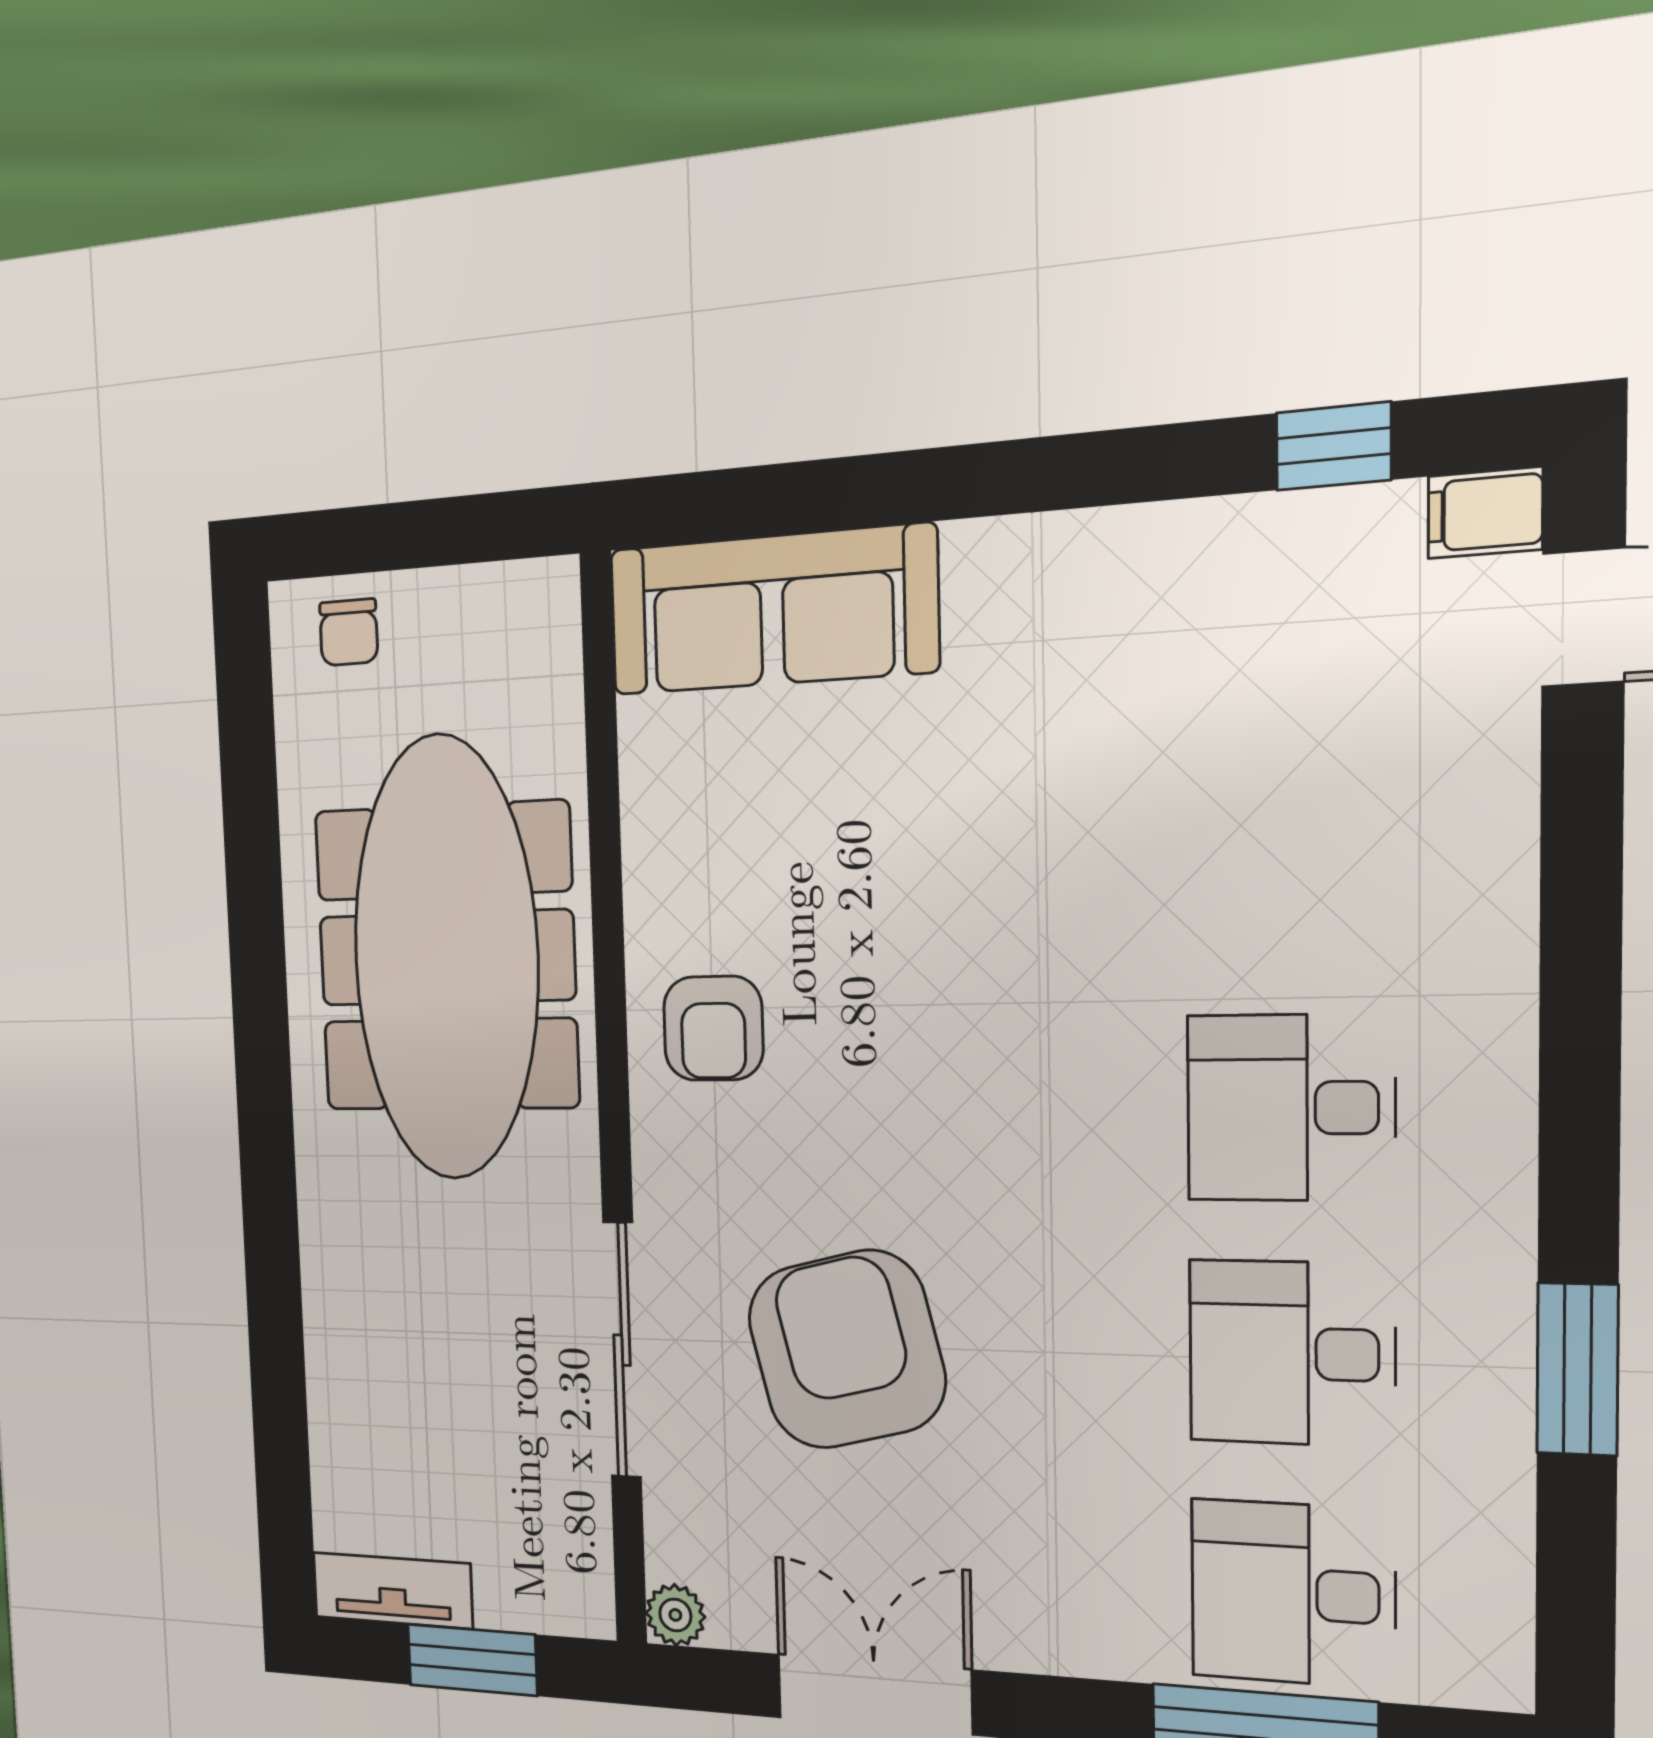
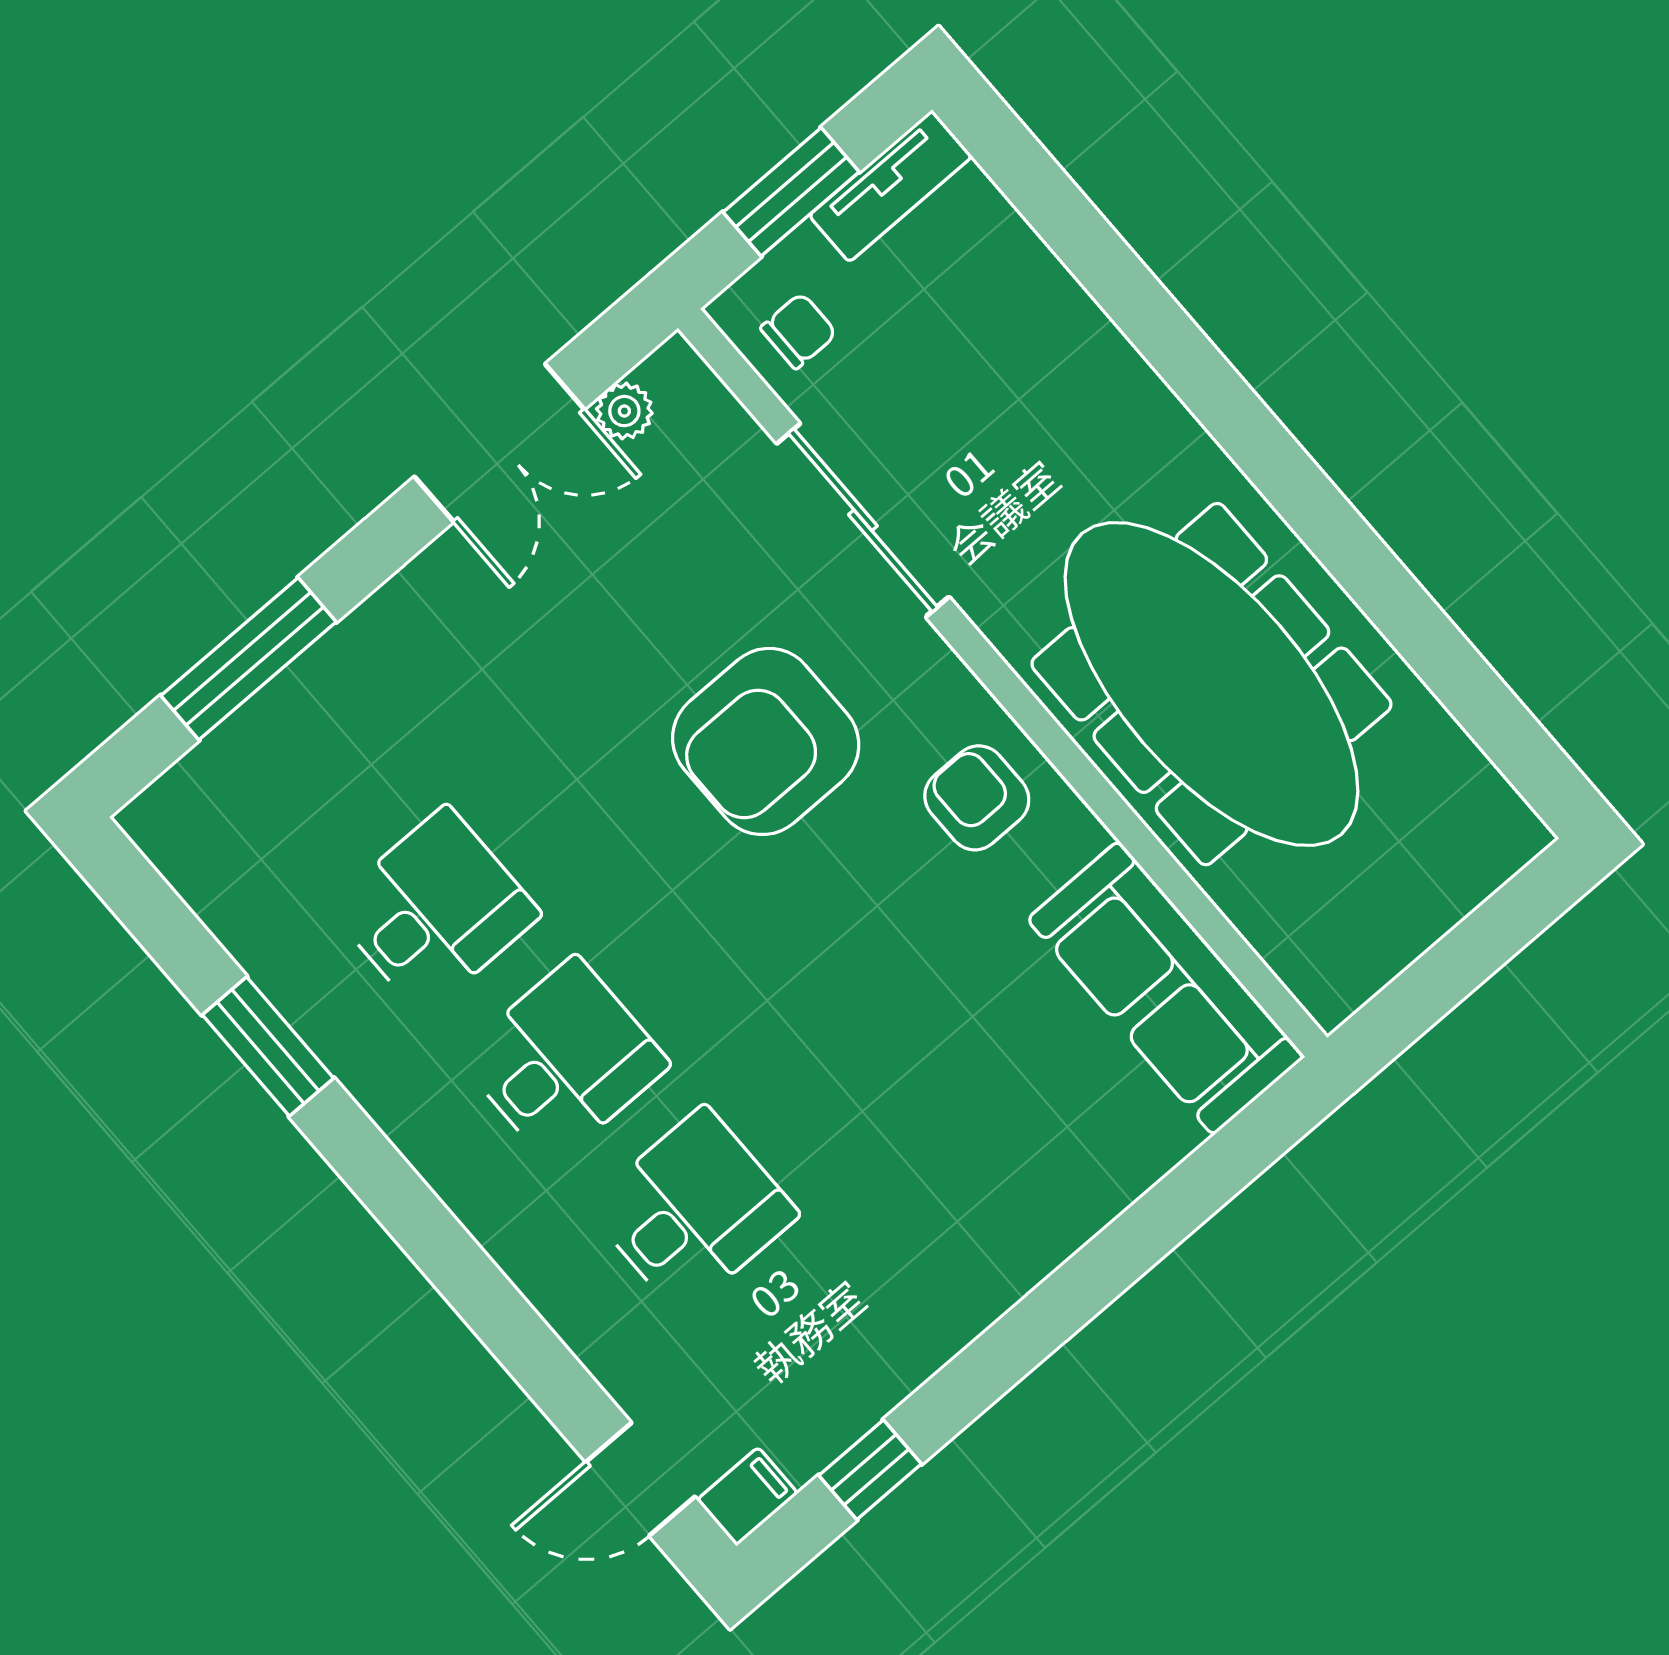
sofa: (772, 610) -> (1166, 988), moved, turned -90
chair: (349, 632) -> (799, 331), moved, turned 90
armchair: (846, 1349) -> (766, 741), moved, turned 104
desk: (1293, 1593) -> (693, 1211), moved
plant: (675, 1615) -> (624, 411), moved

